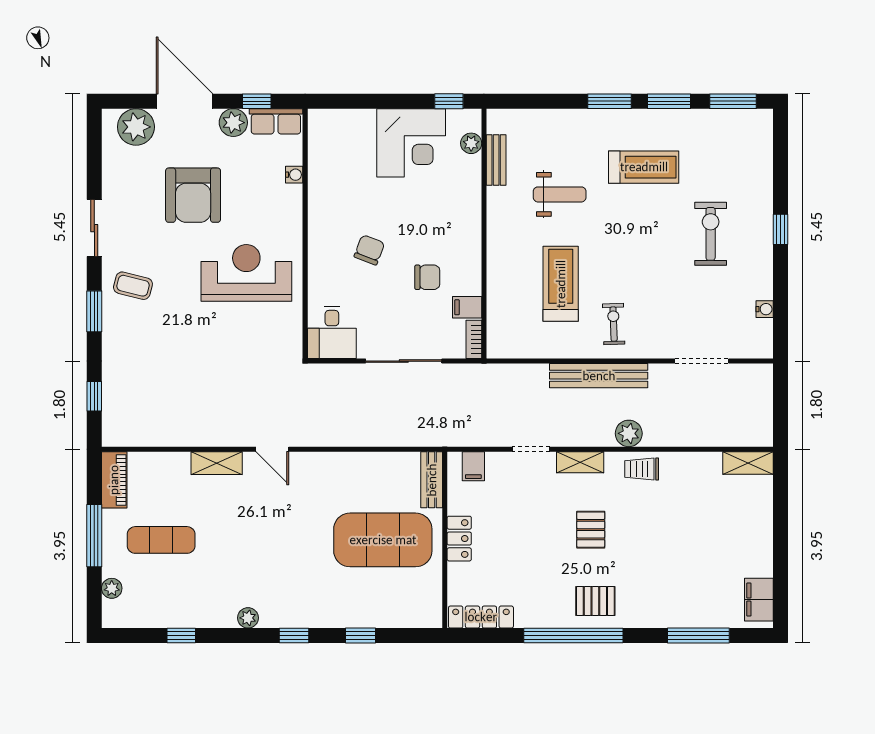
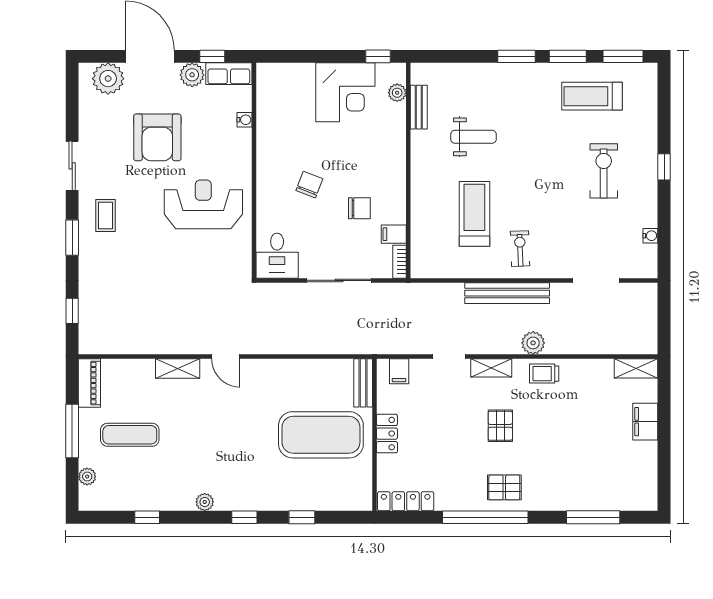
treadmill: (644, 167) -> (592, 96), moved, turned 180
coffee table: (133, 286) -> (106, 215), turned 76
filing cabinet: (759, 600) -> (645, 422), moved

